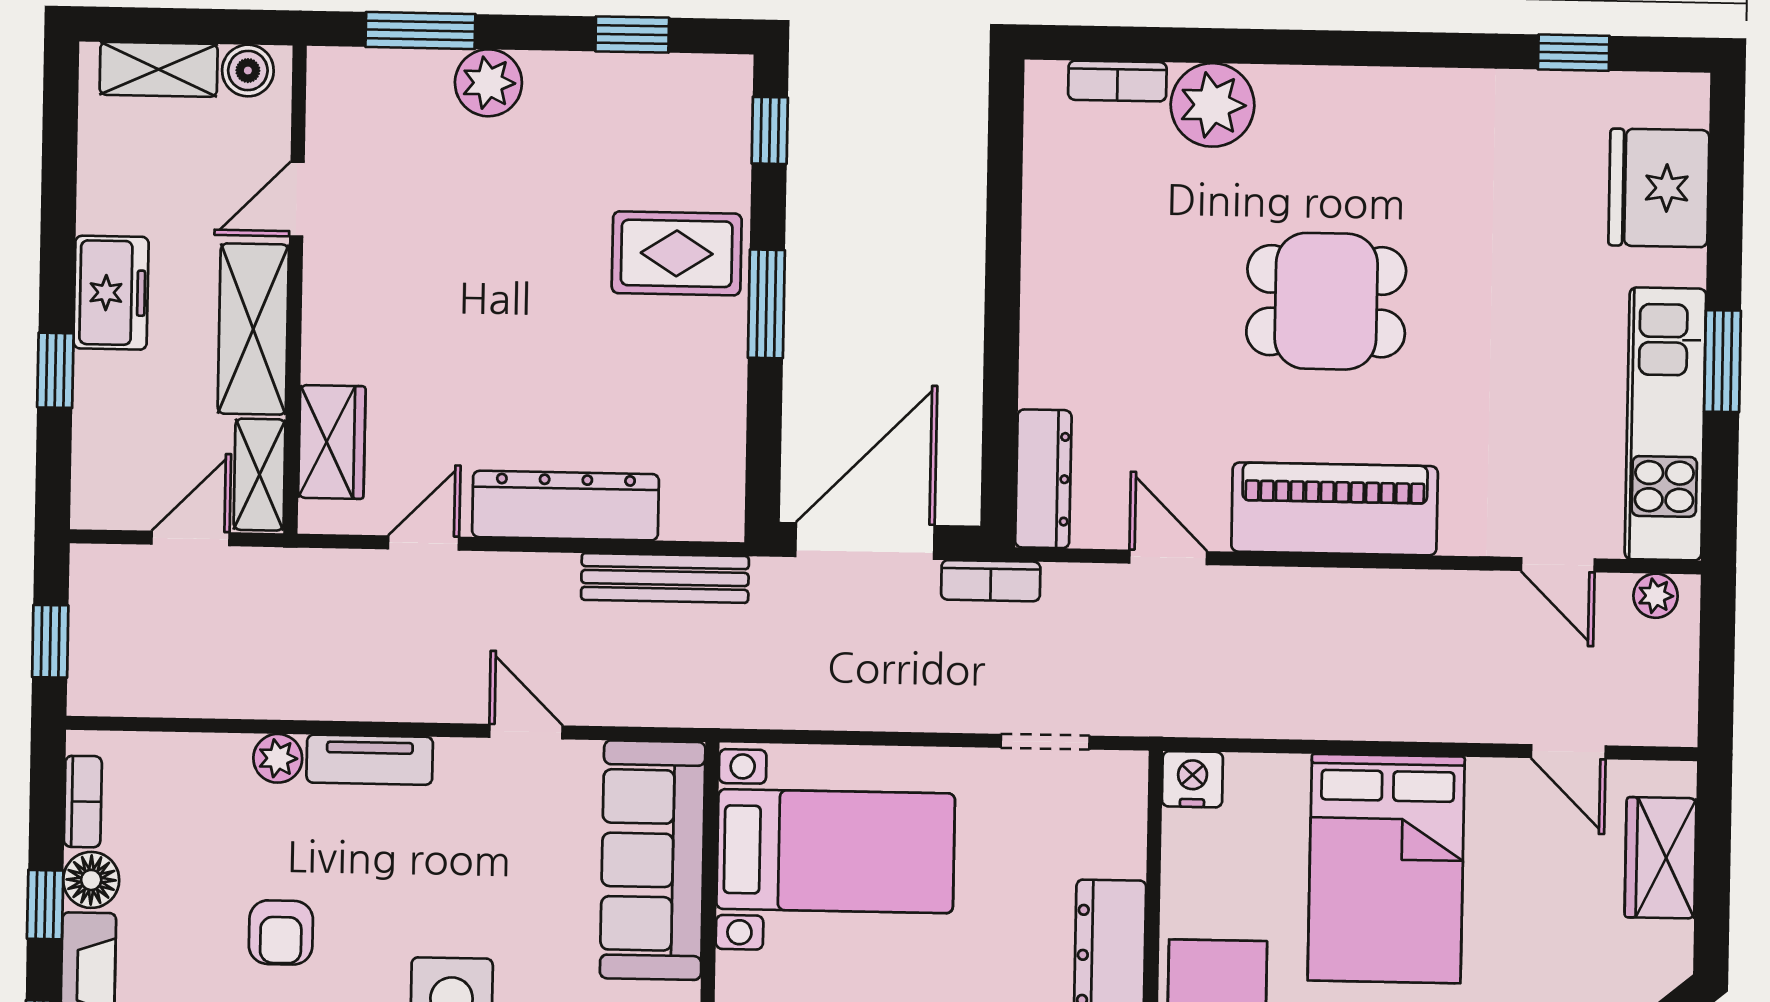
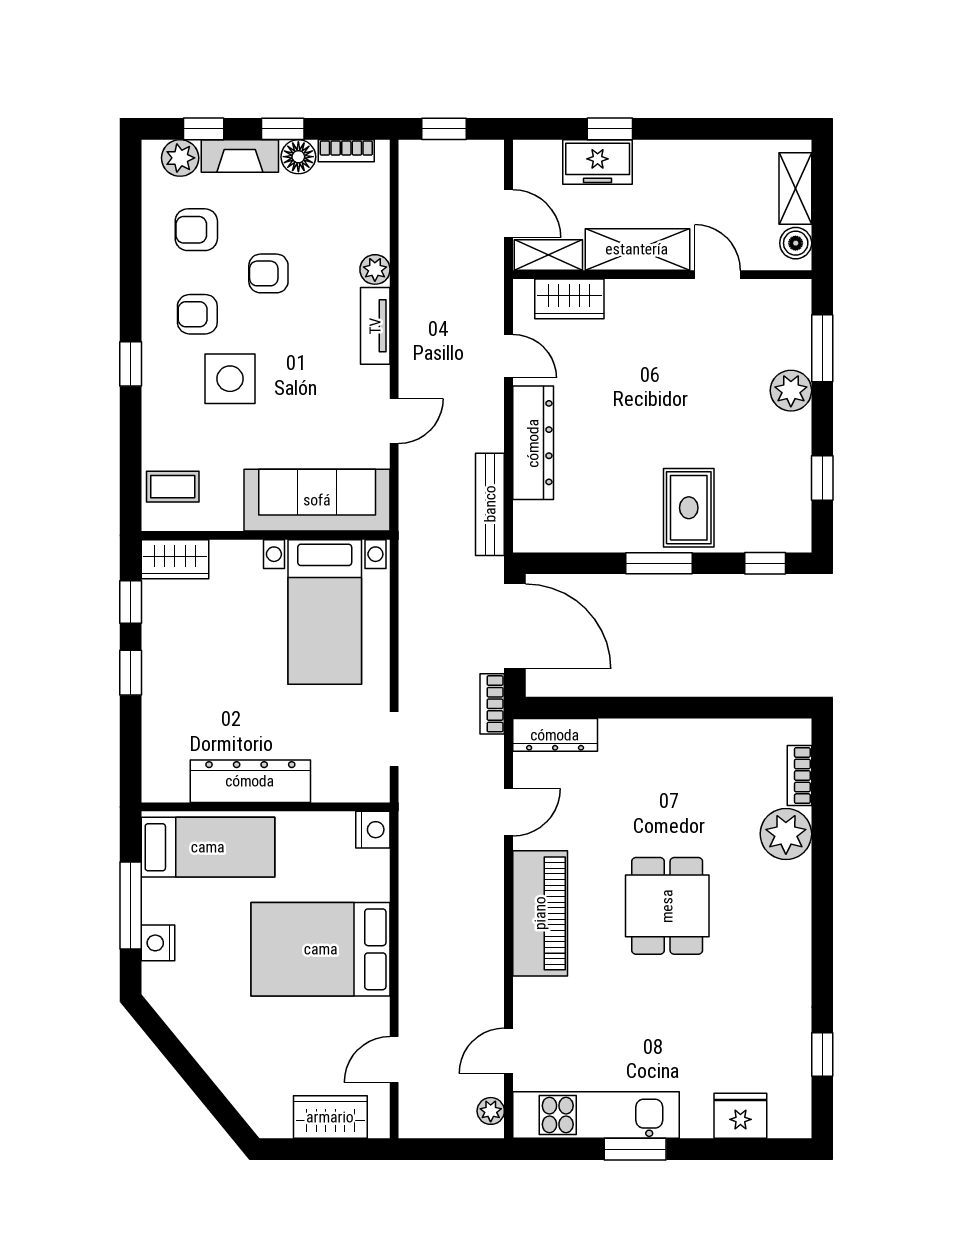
fridge: (1659, 188) -> (740, 1116), width x0.73, depth x0.75
freezer: (111, 293) -> (598, 162), moved

